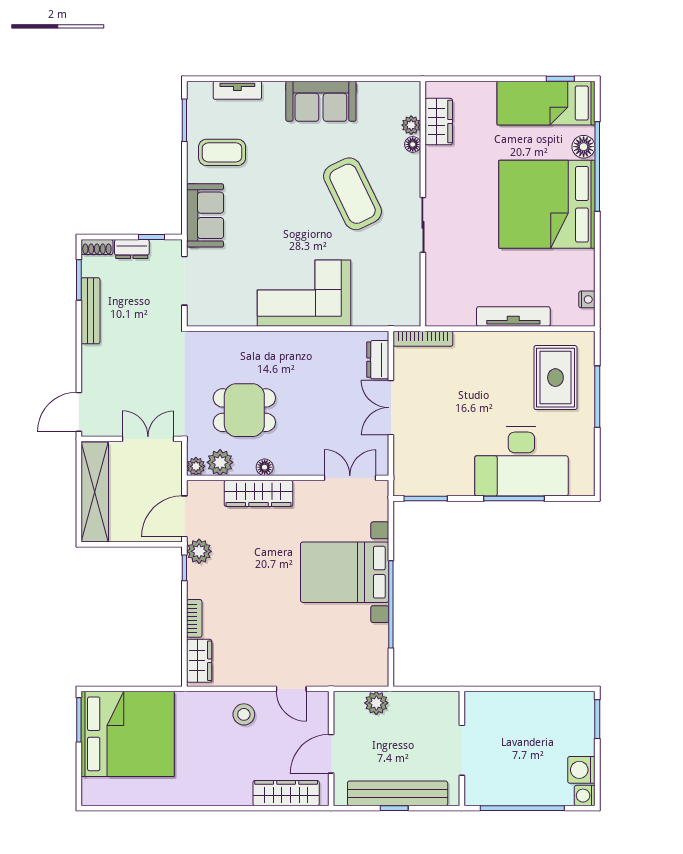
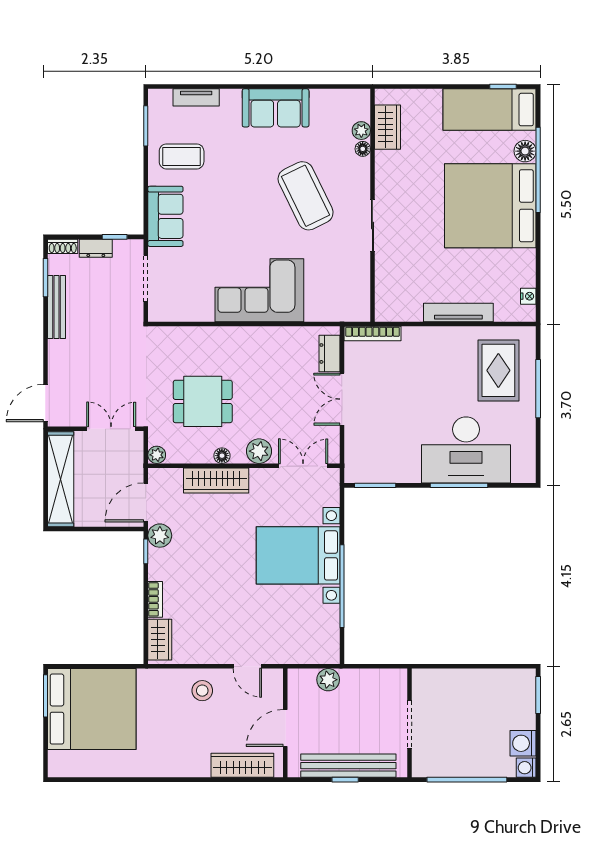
plant: (220, 462) -> (259, 451), moved

